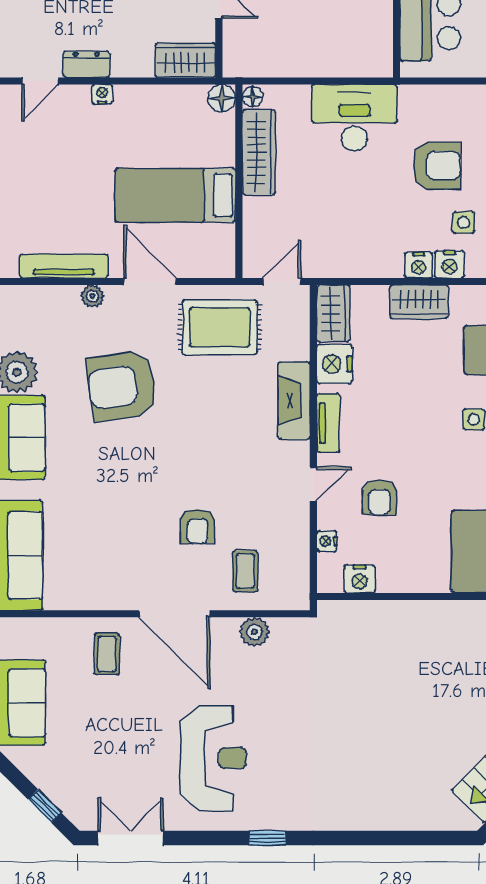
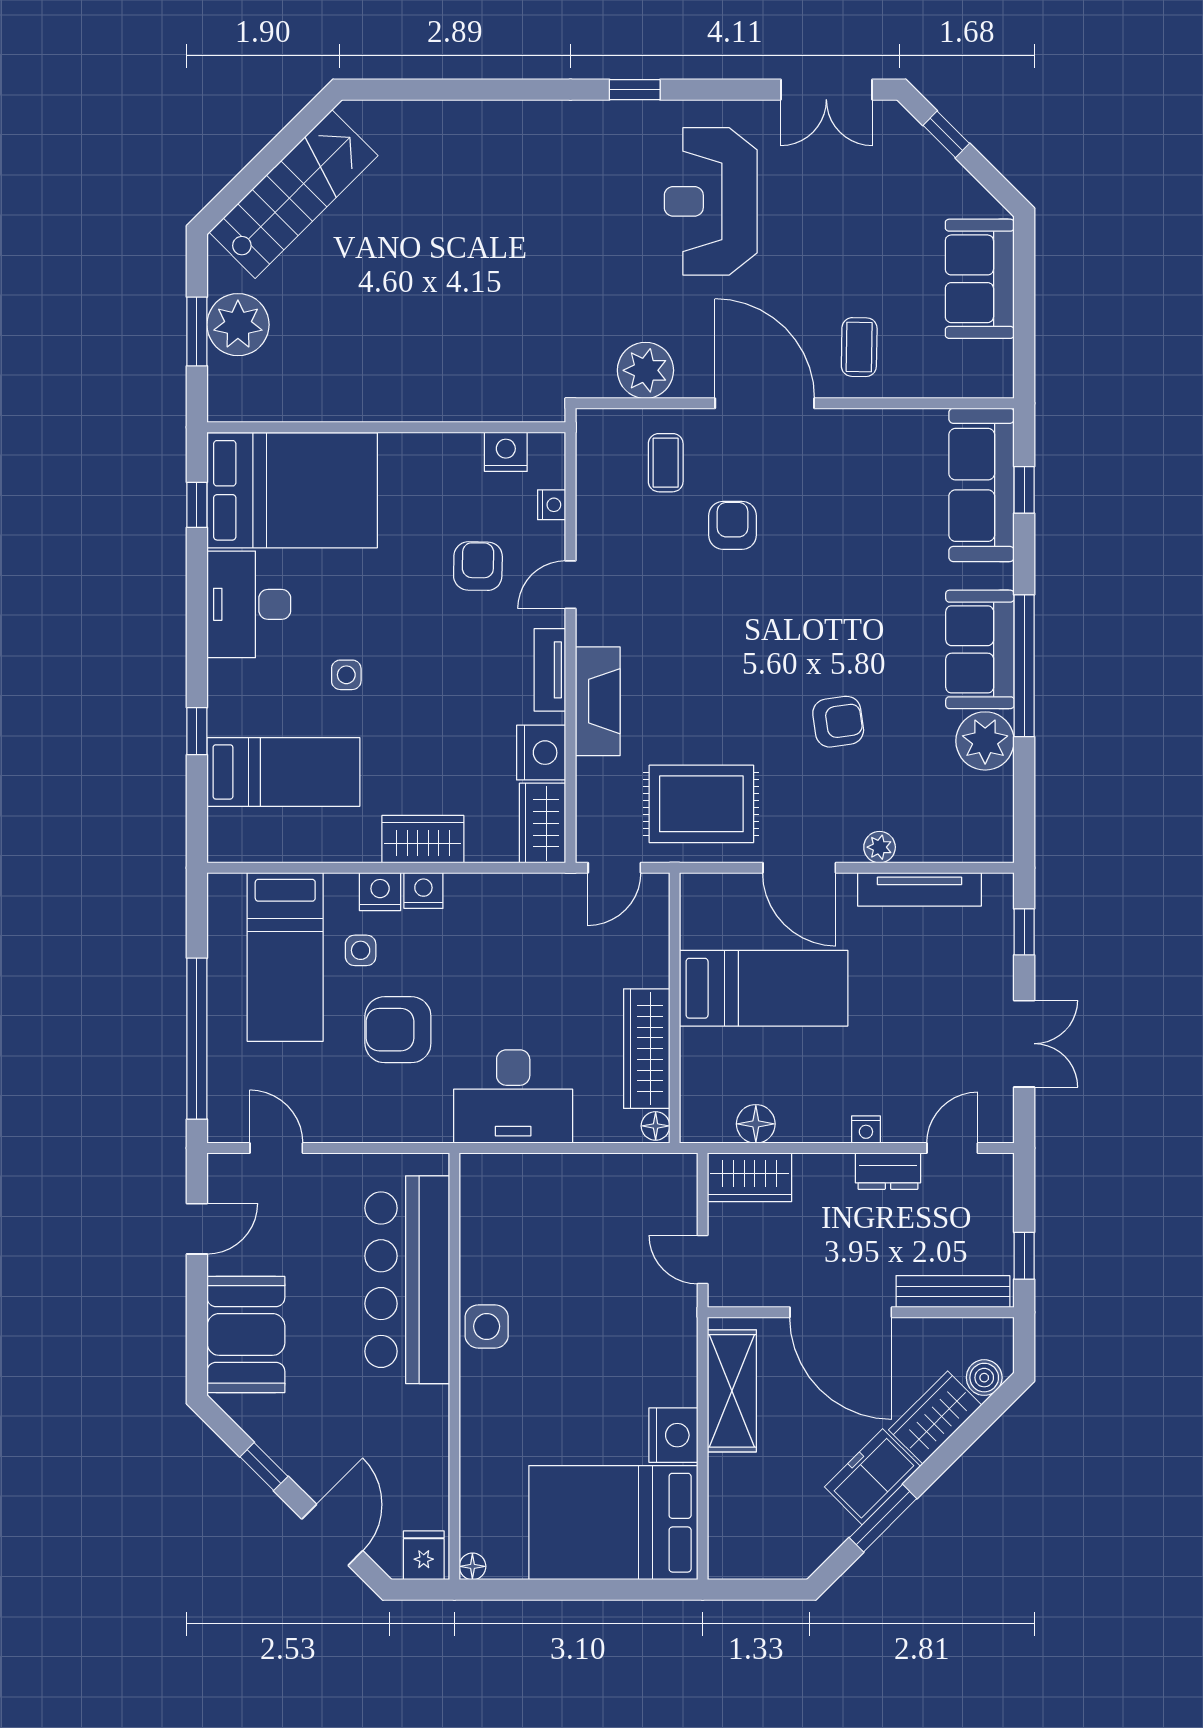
floor lamp: (222, 98) -> (756, 1124), moved
armchair: (122, 386) -> (838, 722), width x0.53, depth x0.53
plant: (254, 632) -> (645, 370), width x1.36, depth x1.36

